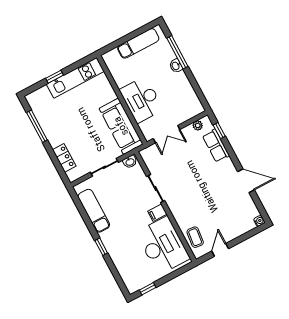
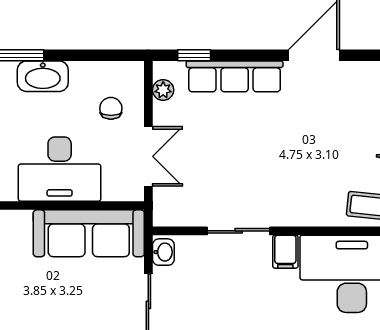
washbasin: (176, 66) -> (43, 76), width x1.91, depth x1.45
chair: (178, 108) -> (111, 108), added
row of seats: (216, 146) -> (235, 76), width x1.48

